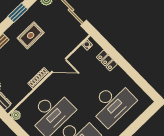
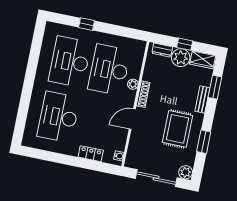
rug: (31, 35) -> (177, 129), width x1.36, depth x1.43
plant: (16, 115) -> (133, 84), moved

